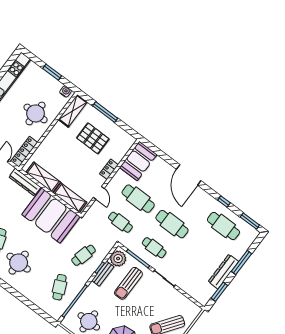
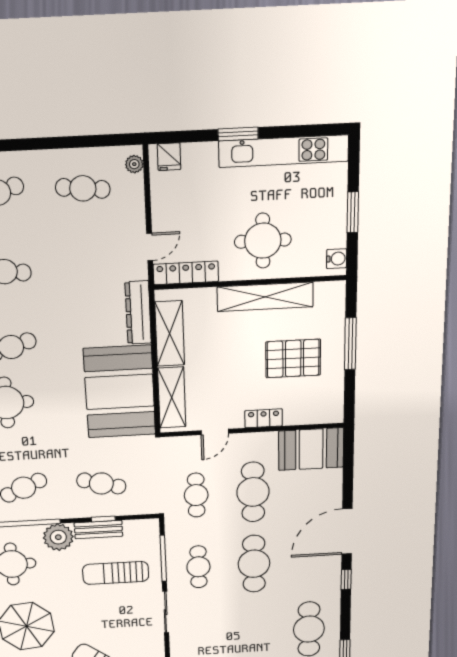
shelving: (73, 111) -> (265, 297), moved, width x1.47
pallet: (93, 138) -> (293, 358), turned 90
window: (224, 201) -> (346, 580), moved
plant: (118, 259) -> (58, 537), moved

